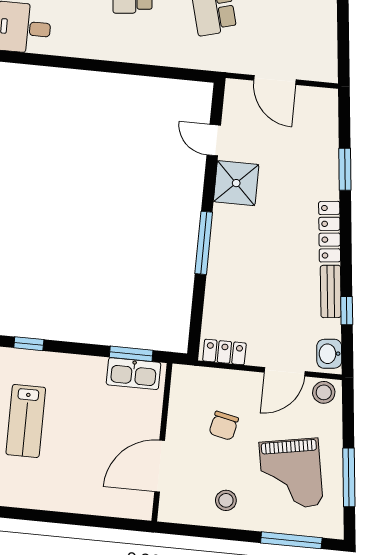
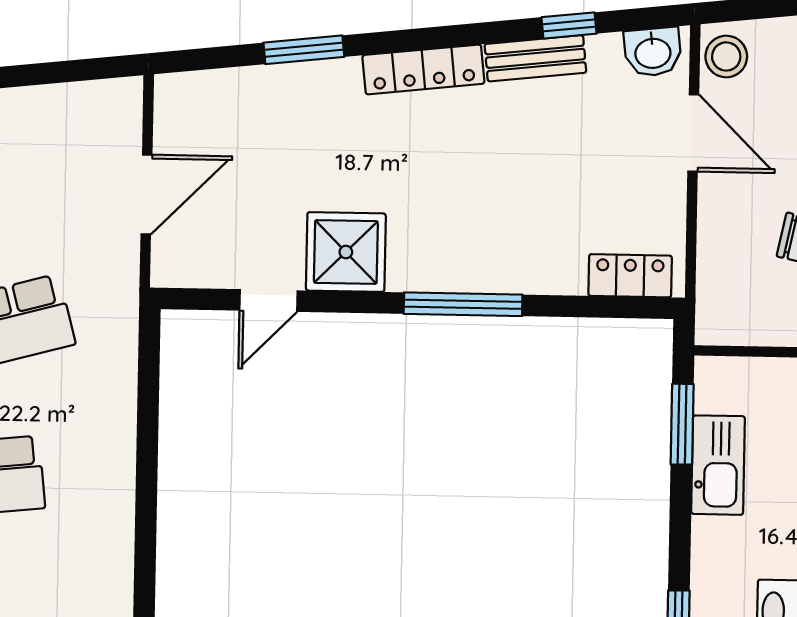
locker: (224, 352) -> (630, 276), moved, turned 90
kitchen sink: (134, 374) -> (718, 465), moved

